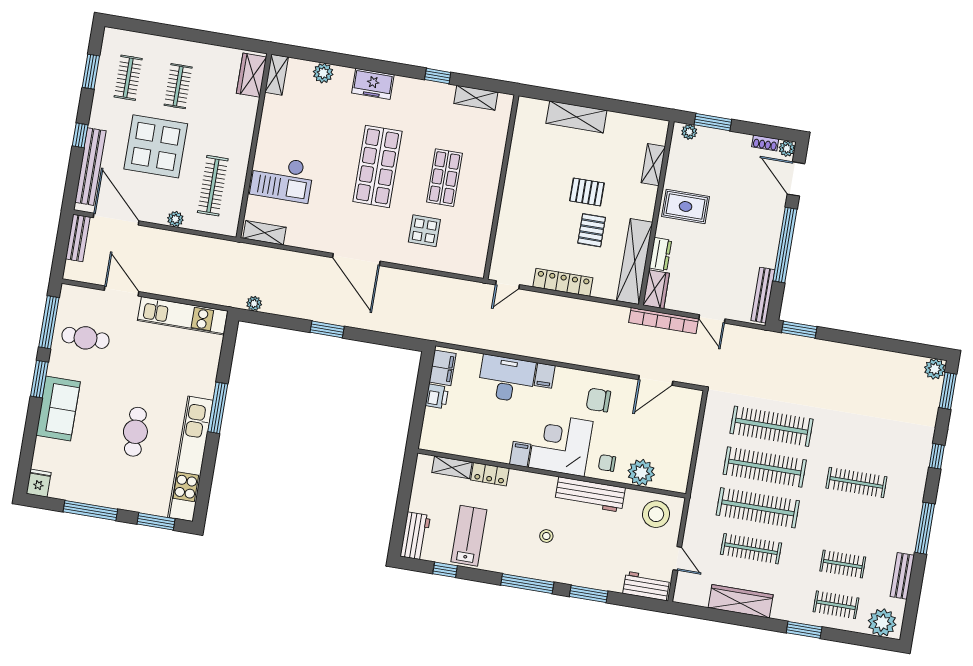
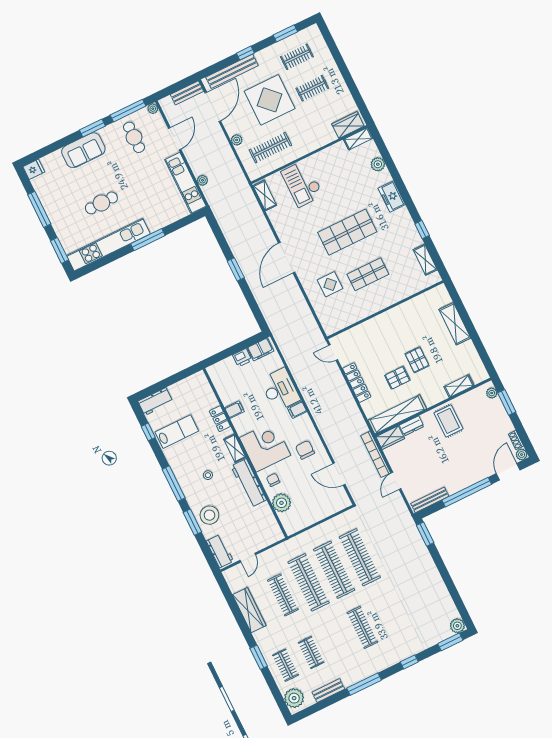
plant: (68, 292) -> (153, 109), added
plant: (254, 304) -> (202, 180), moved
filing cabinet: (520, 454) -> (234, 410), moved
shelving: (452, 467) -> (235, 448), moved
stool: (656, 514) -> (209, 515), moved

